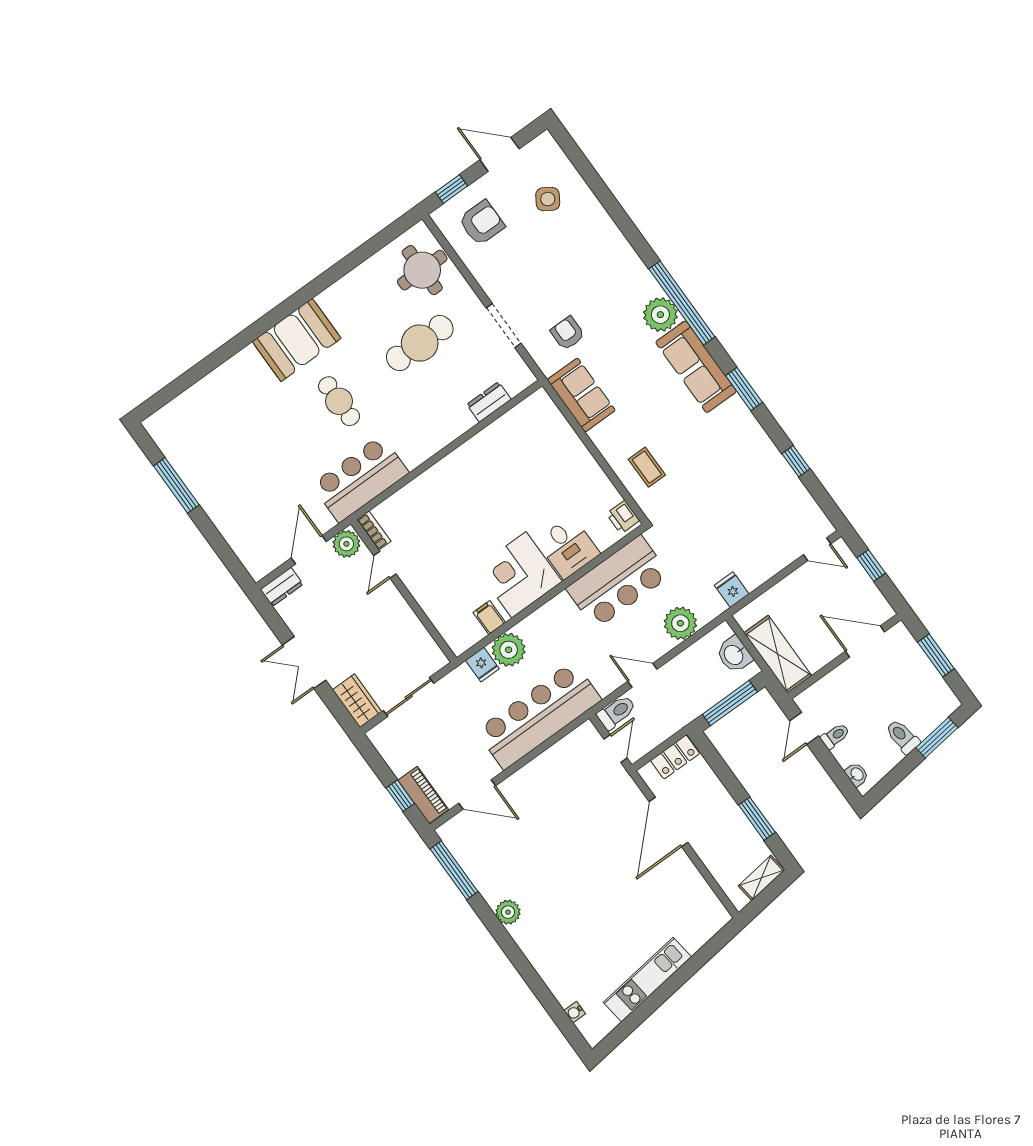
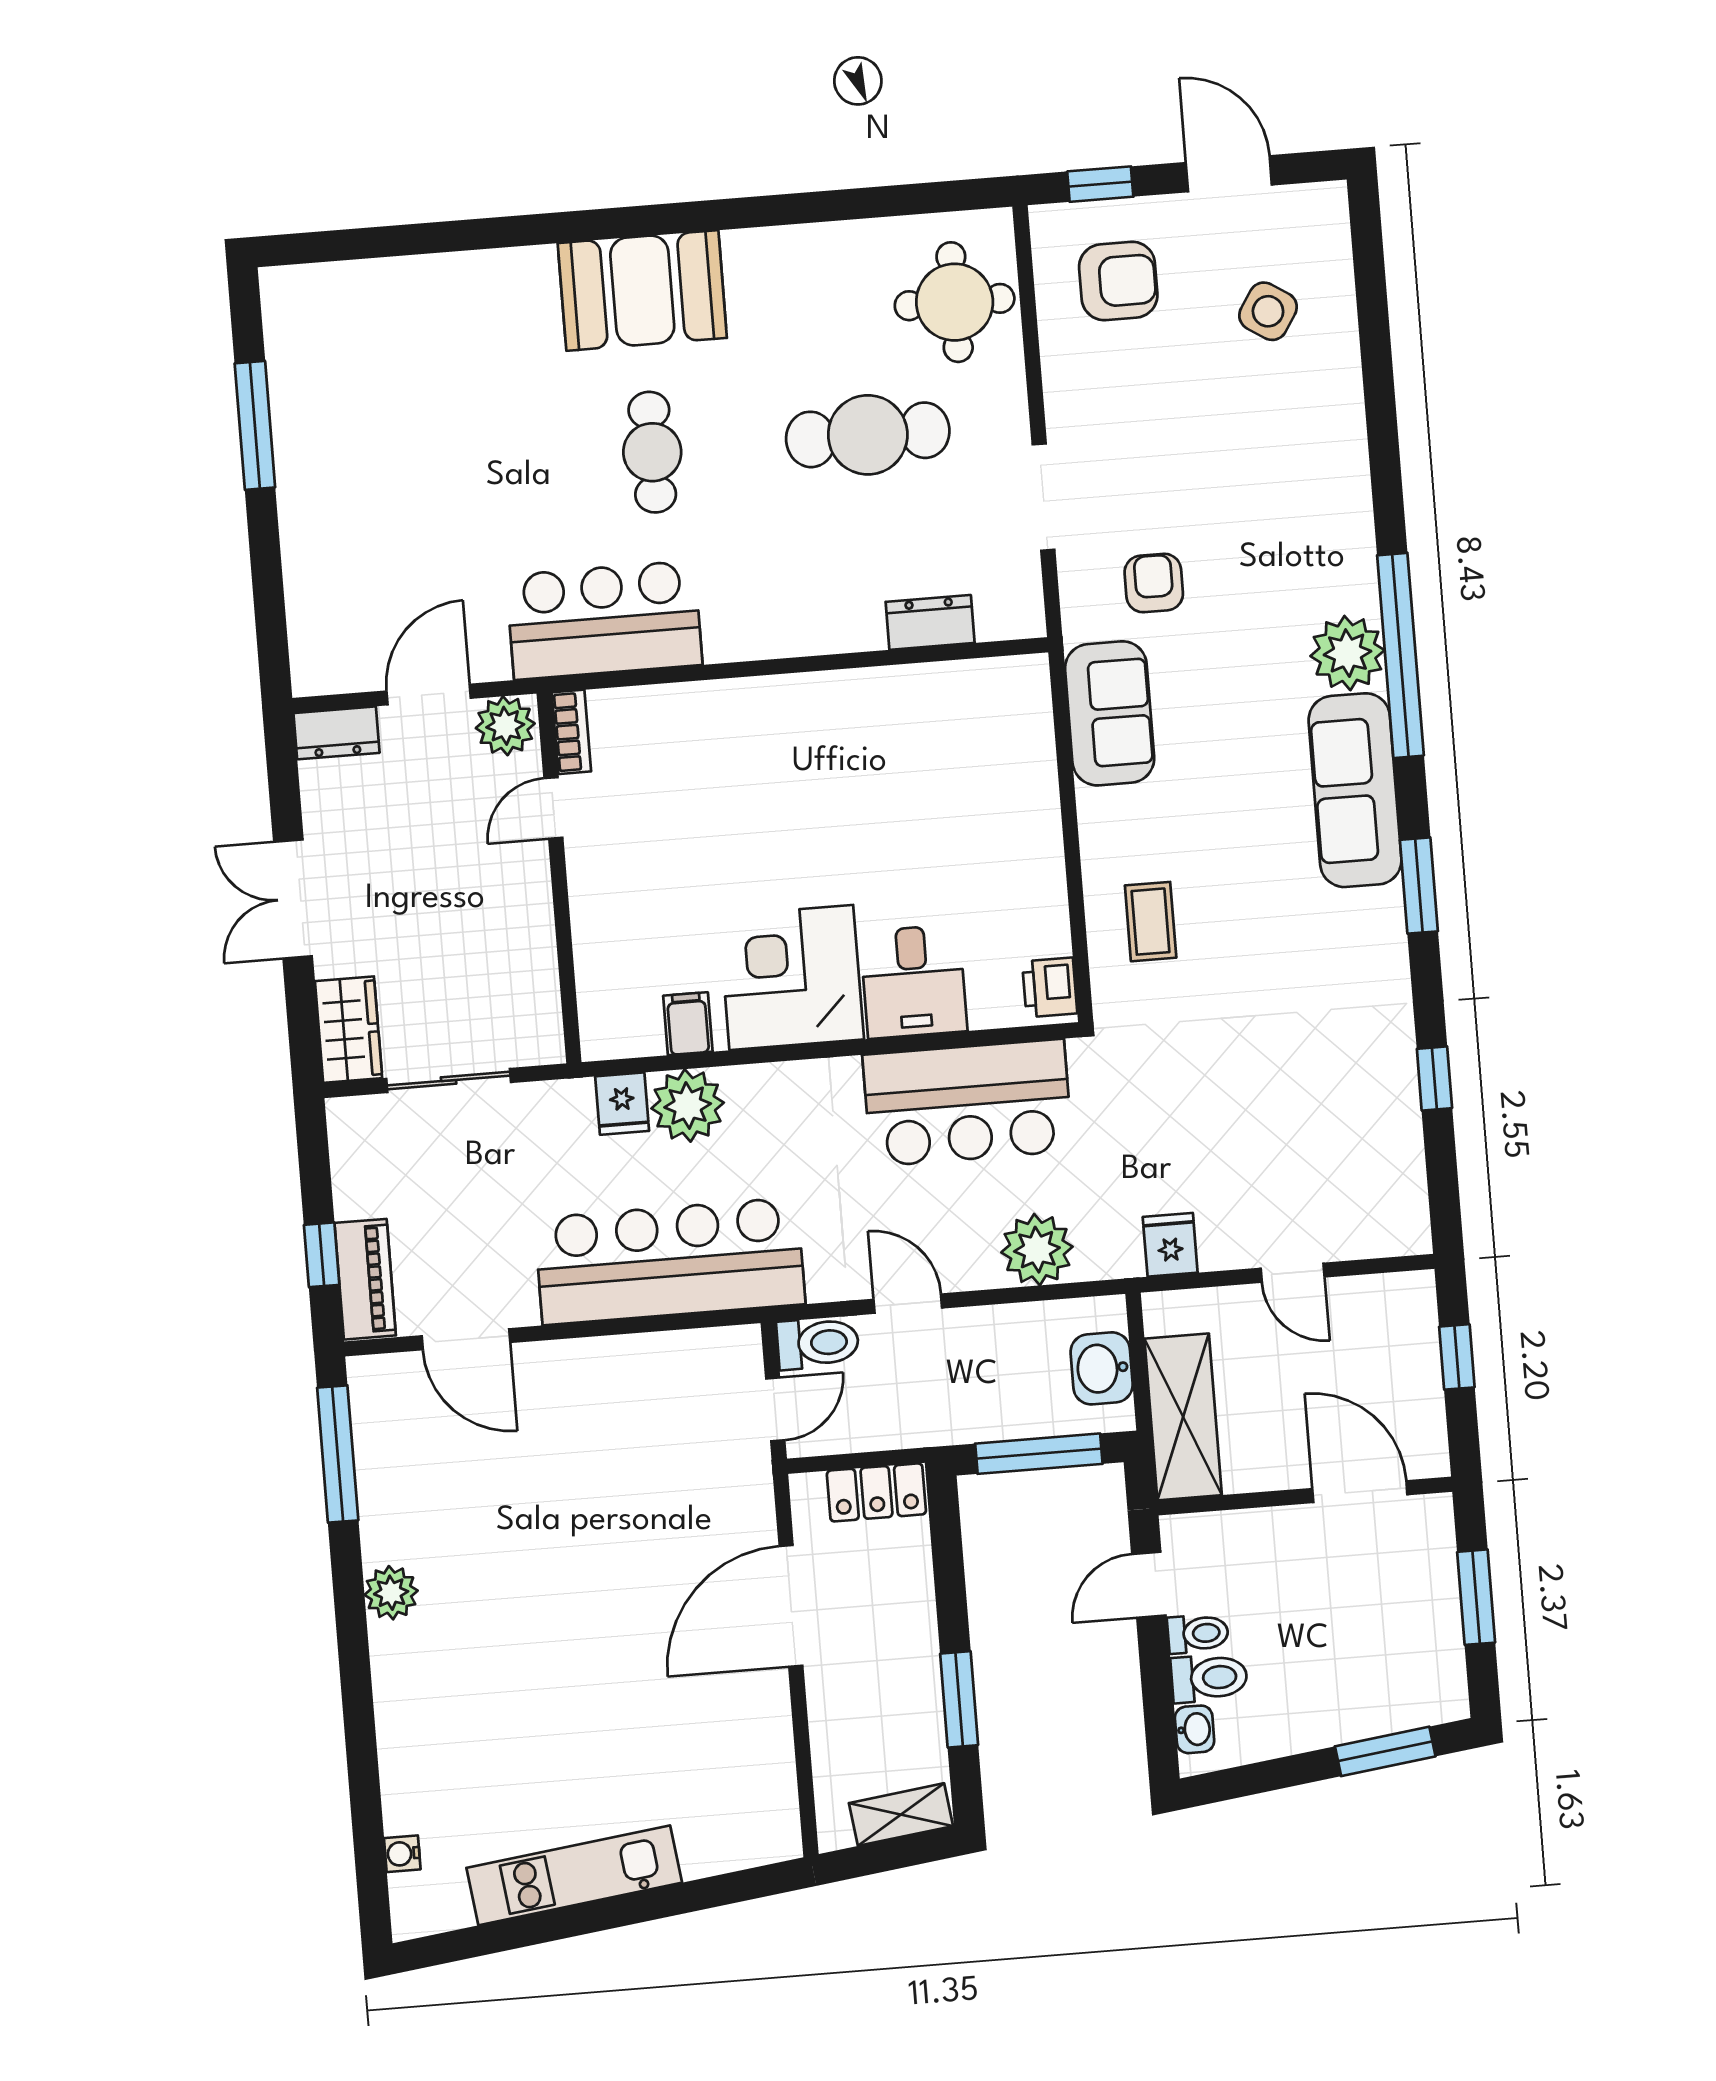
door: (817, 549) -> (1293, 1273), moved
toilet: (902, 737) -> (1209, 1678), moved, turned 97

